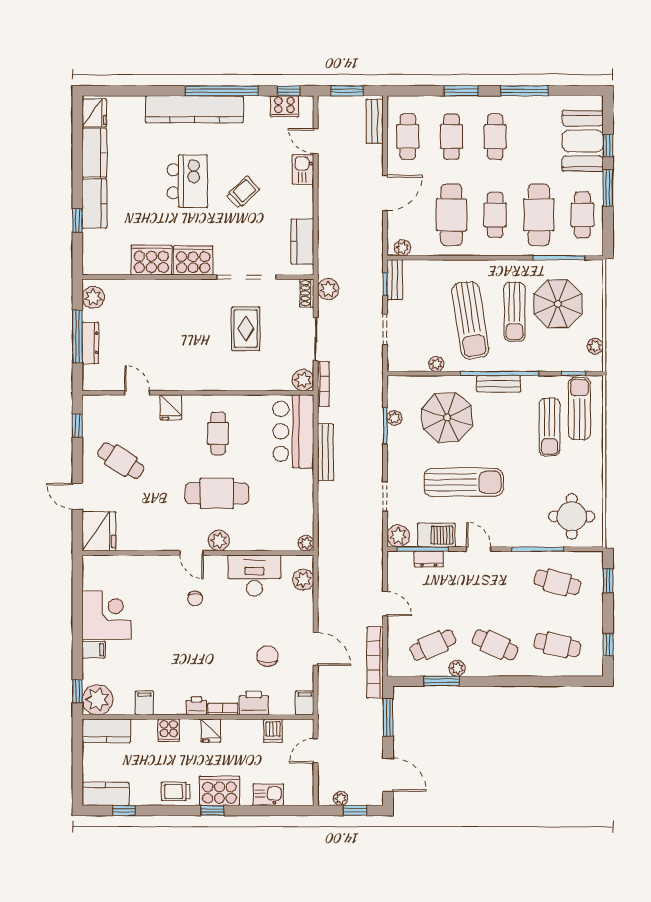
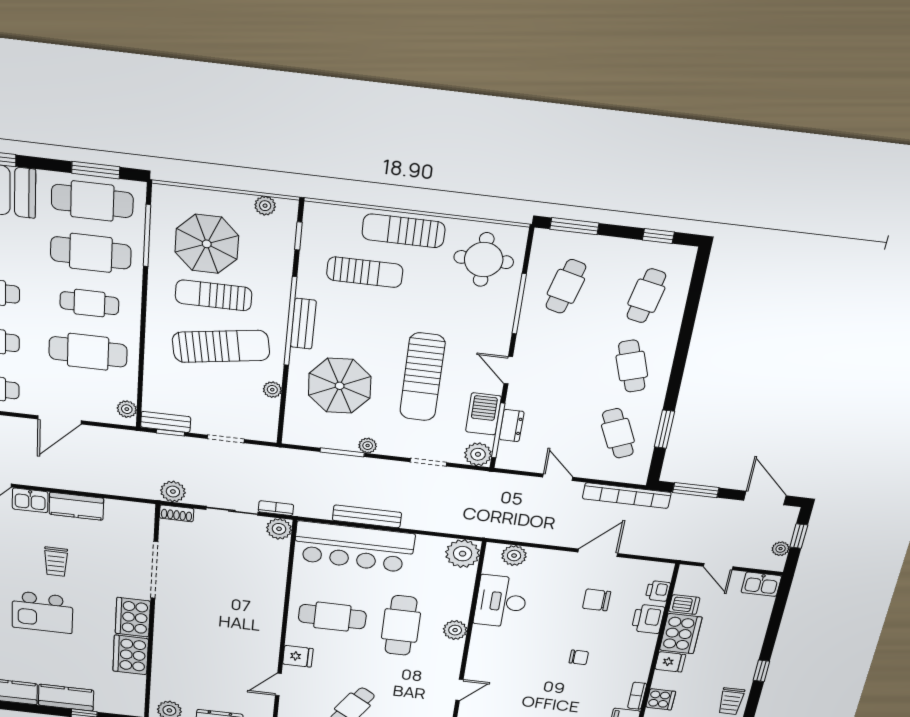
kitchen island: (187, 181) -> (42, 612), turned 180
window: (608, 188) -> (96, 170), moved
trolley: (243, 192) -> (56, 562), turned -137
door: (385, 193) -> (60, 420), swing flipped
cafe table: (582, 215) -> (92, 201), width x1.37, depth x1.35
kitchen counter: (302, 241) -> (76, 506), moved
sun lounger: (514, 312) -> (214, 295), turned 180
rug: (246, 329) -> (214, 577), removed
bookcase: (323, 384) -> (276, 508), width x0.64
sun lounger: (579, 409) -> (404, 231), moved
plant: (394, 418) -> (368, 446), moved
bar counter: (293, 431) -> (354, 547), width x1.36
cafe table: (218, 433) -> (332, 617), width x1.37, depth x1.35
sun lounger: (464, 482) -> (422, 377), turned 180
plant: (306, 543) -> (463, 554), width x1.88, depth x1.88
door: (479, 549) -> (508, 370), hinge flipped
door: (192, 553) -> (459, 690), moved
window: (608, 581) -> (574, 226), width x1.50
chair: (195, 598) -> (579, 657), moved
door: (385, 604) -> (558, 477), hinge flipped
cafe table: (495, 645) -> (632, 366), turned -42
plant: (457, 668) -> (652, 411), removed
filing cabinet: (305, 703) -> (659, 571), removed
printer: (196, 706) -> (658, 591), moved
bookcase: (223, 709) -> (637, 696), moved
door: (388, 775) -> (765, 498), hinge flipped
cooker: (219, 791) -> (681, 634), moved, turned 180
kitchen sink: (268, 795) -> (761, 584), moved, turned -90

